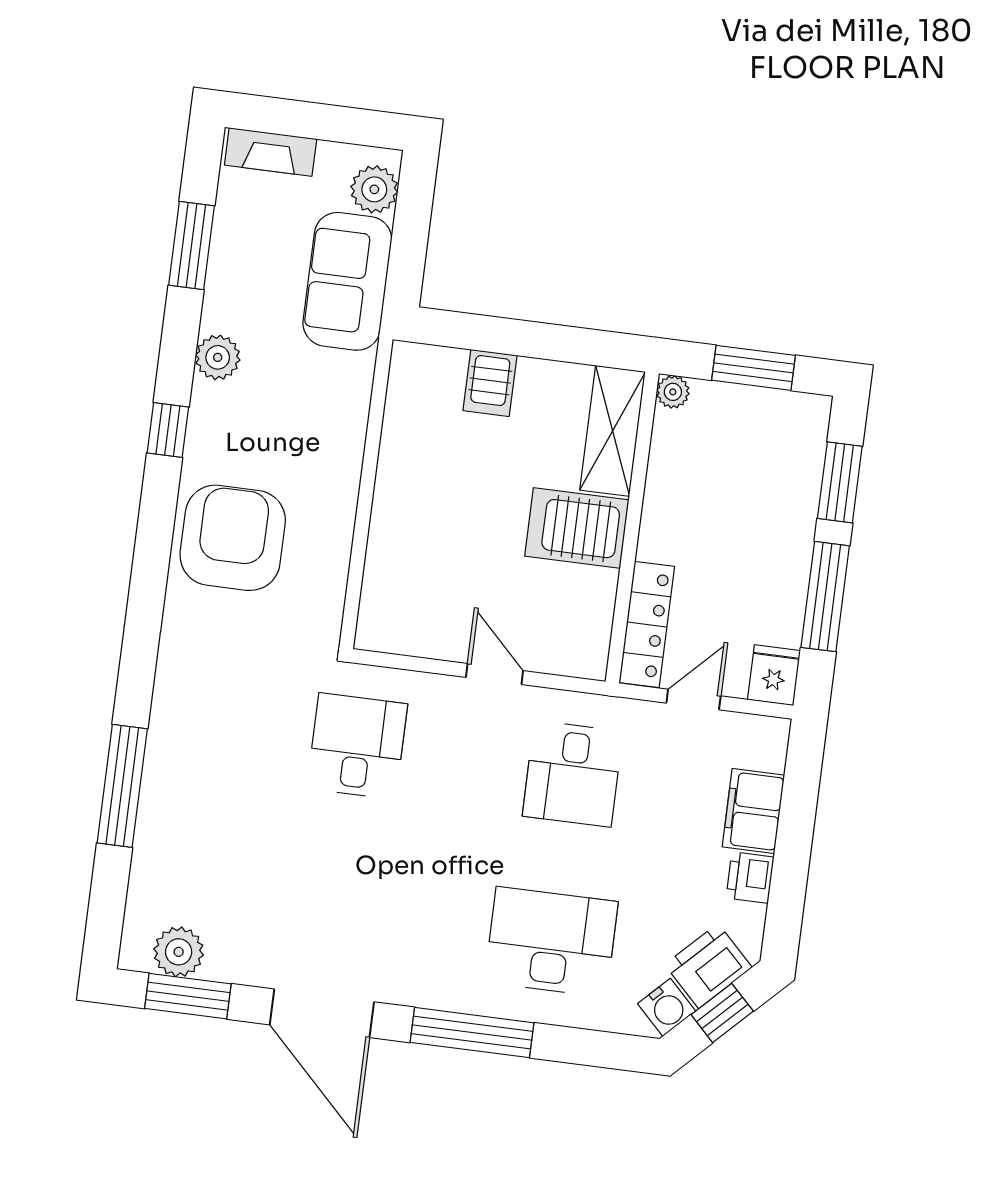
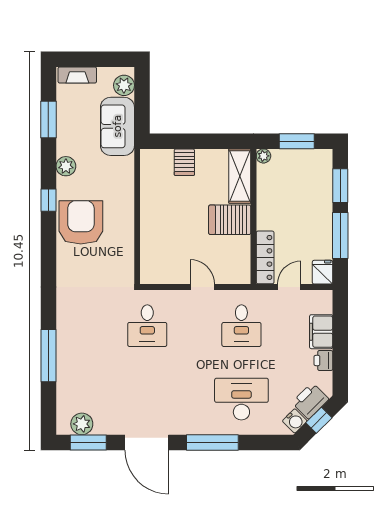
armchair: (233, 538) -> (81, 222), moved
desk: (357, 746) -> (147, 326), turned 180

